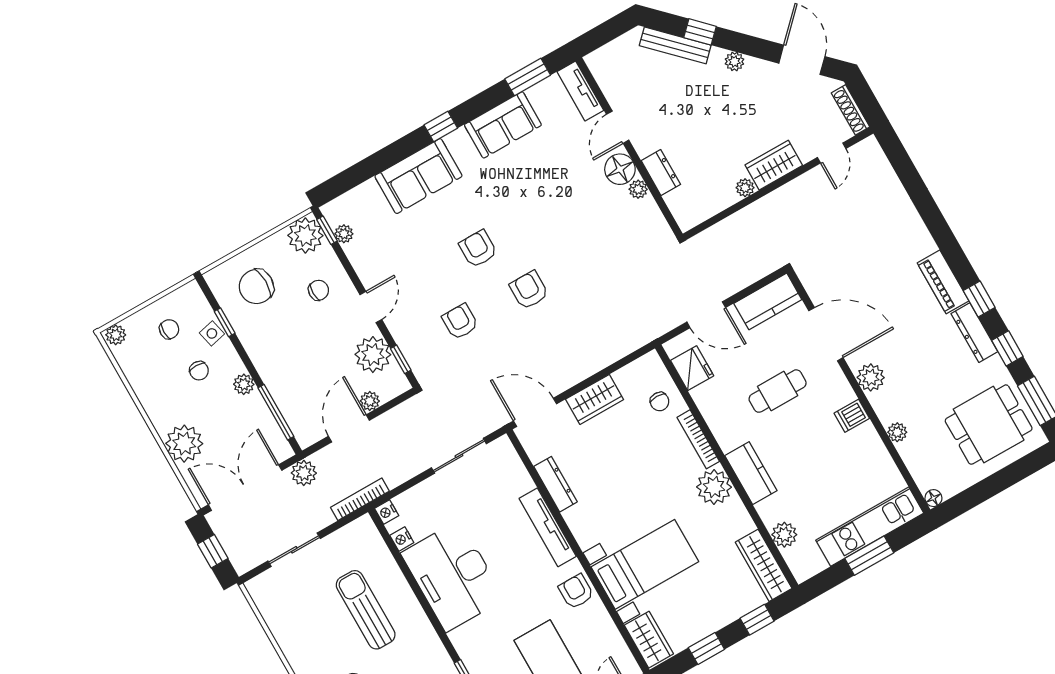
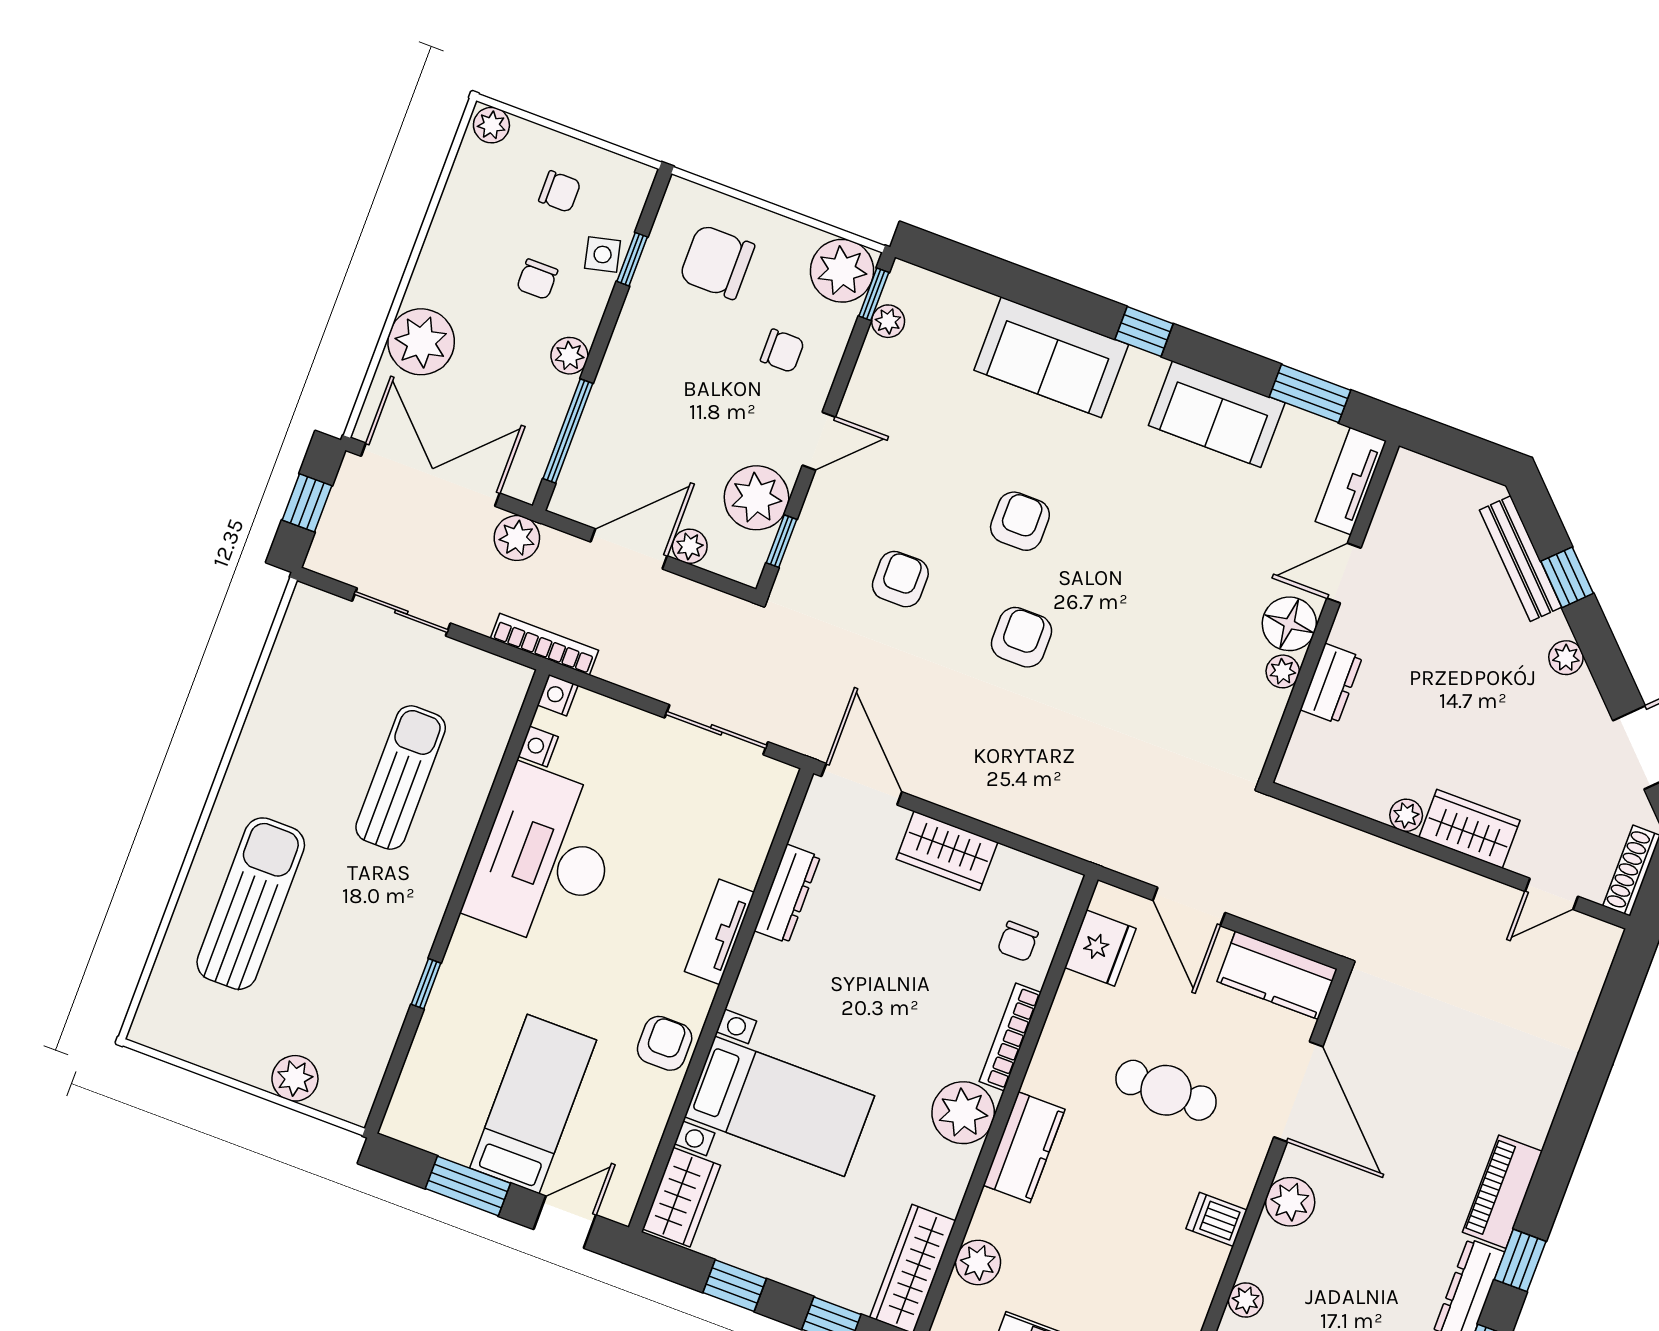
tv unit: (548, 527) -> (719, 932), width x0.71

